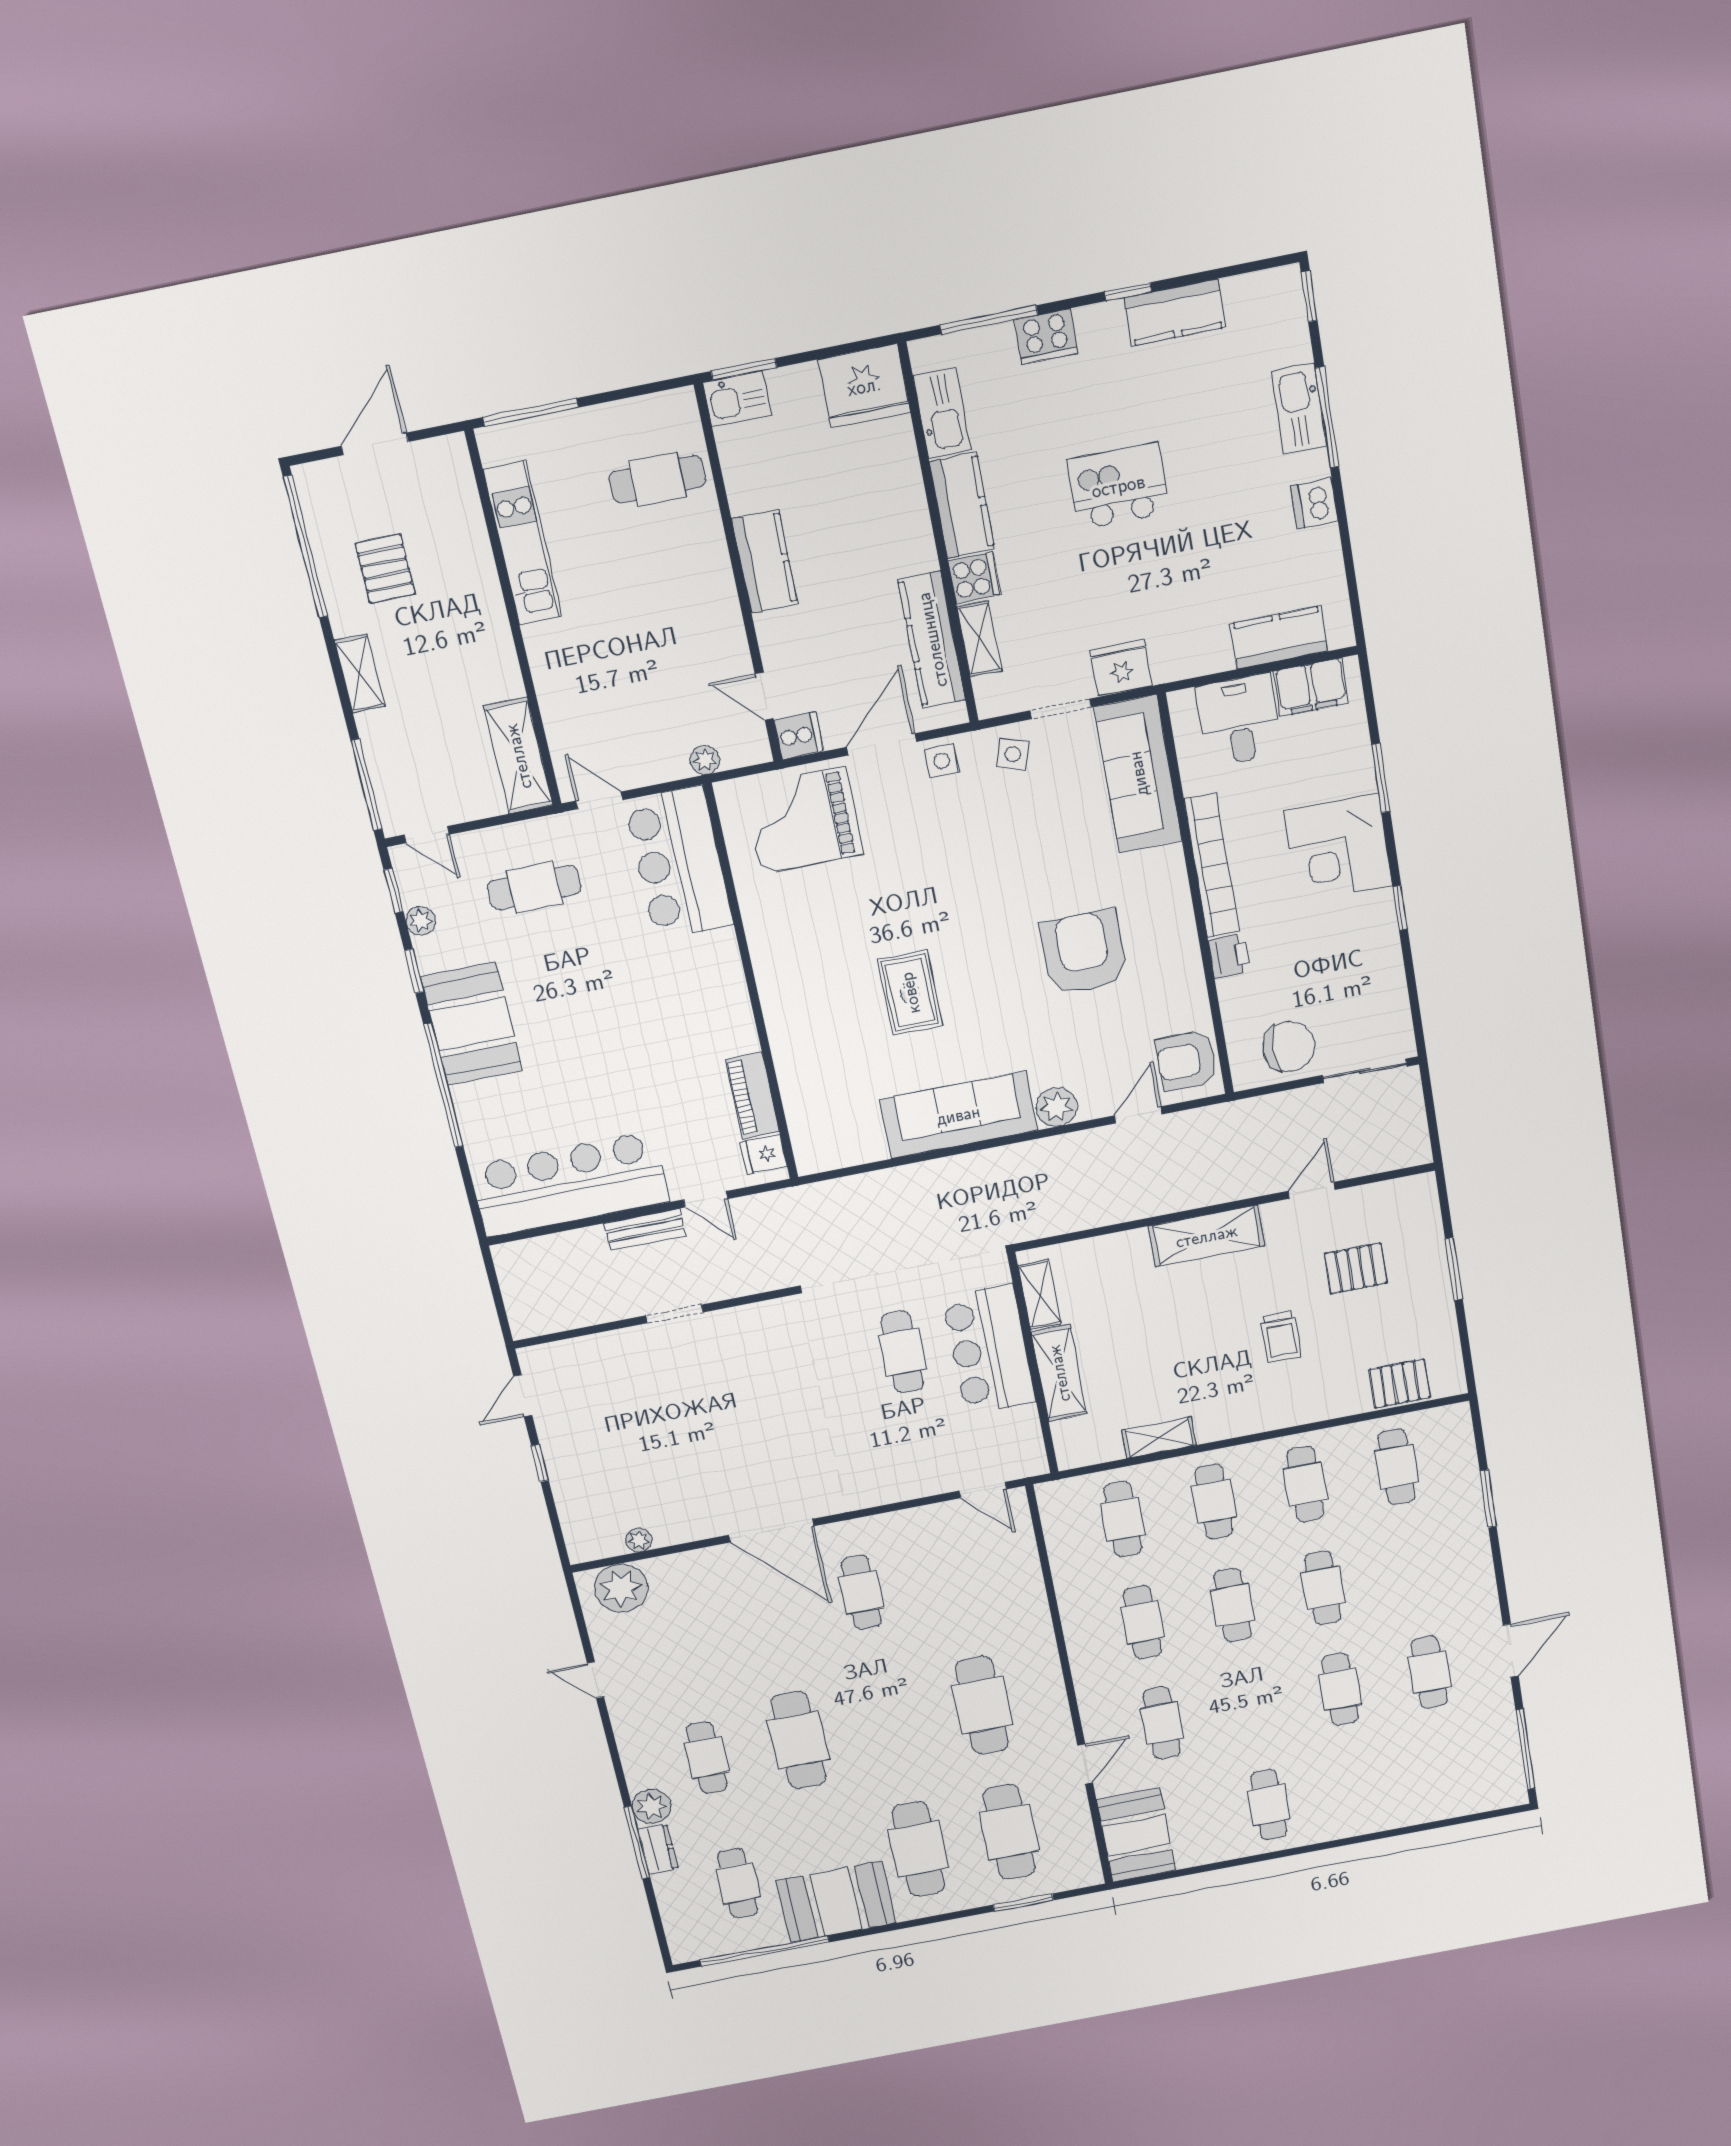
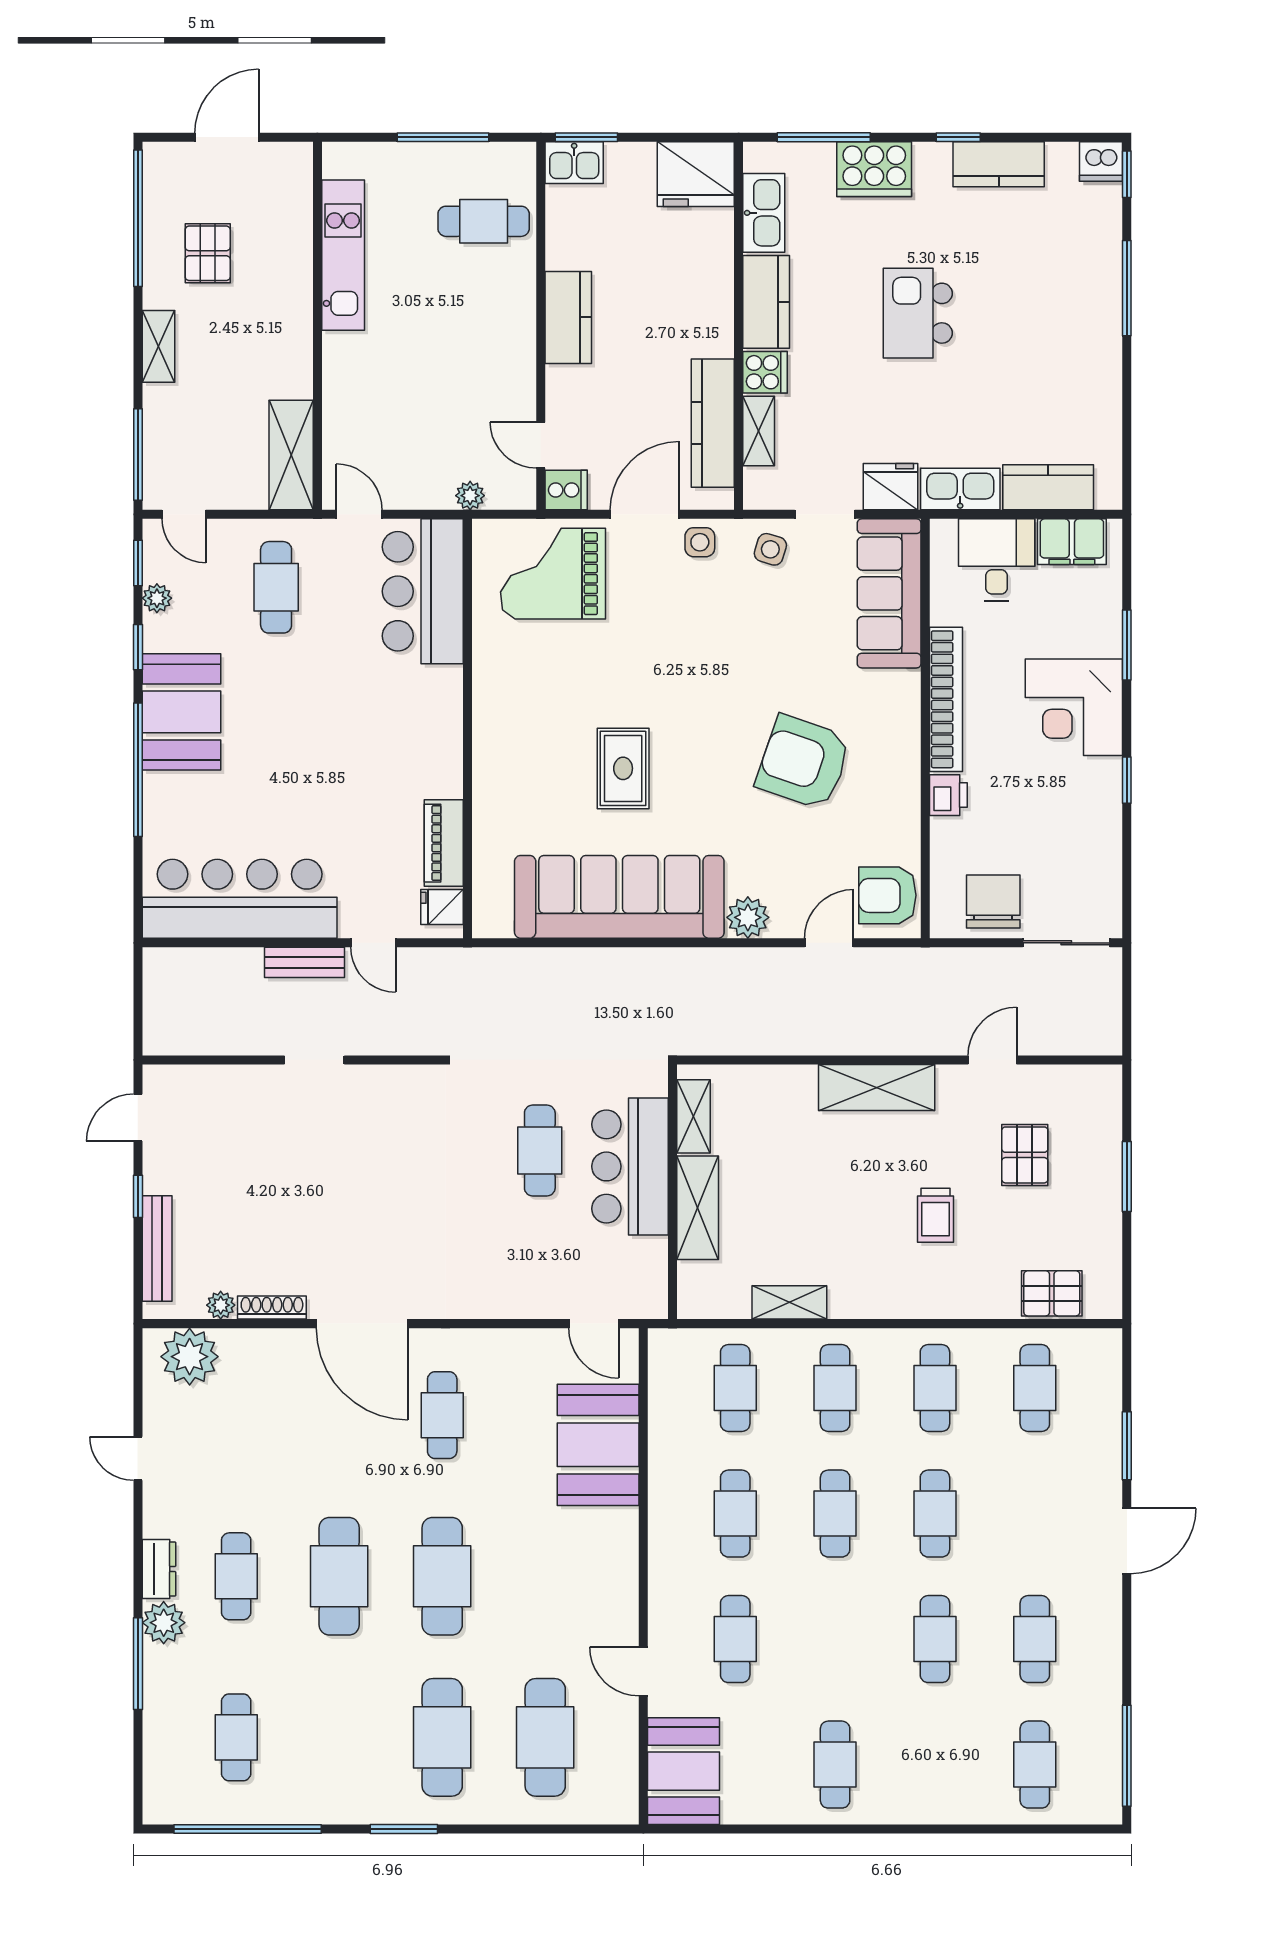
cooker: (1046, 336) -> (874, 169), width x1.37, depth x1.31
kitchen sink: (1299, 409) -> (960, 489), moved, turned 90
window: (531, 412) -> (443, 137), moved
kitchen island: (1118, 486) -> (918, 313), turned -90
dishwasher: (1314, 504) -> (1101, 162), moved, turned -90
cafe table: (534, 887) -> (276, 587), turned 90
armchair: (1083, 953) -> (804, 762), turned -71
chair: (1289, 1046) -> (993, 901), turned -90
sofa: (958, 1115) -> (619, 897), width x1.36, depth x1.27
pallet: (1356, 1268) -> (1025, 1155), turned 90
bench: (569, 1504) -> (157, 1248), added
shoe rack: (686, 1533) -> (272, 1308), added
door: (1511, 1651) -> (1127, 1541), moved
cafe table: (982, 1705) -> (442, 1576), moved
door: (1085, 1764) -> (643, 1671), swing flipped
cafe table: (1445, 1771) -> (1035, 1765), added
dresser: (658, 1849) -> (159, 1569), moved
booth: (836, 1902) -> (598, 1445), moved, turned 90
window: (1023, 1902) -> (404, 1829), moved

